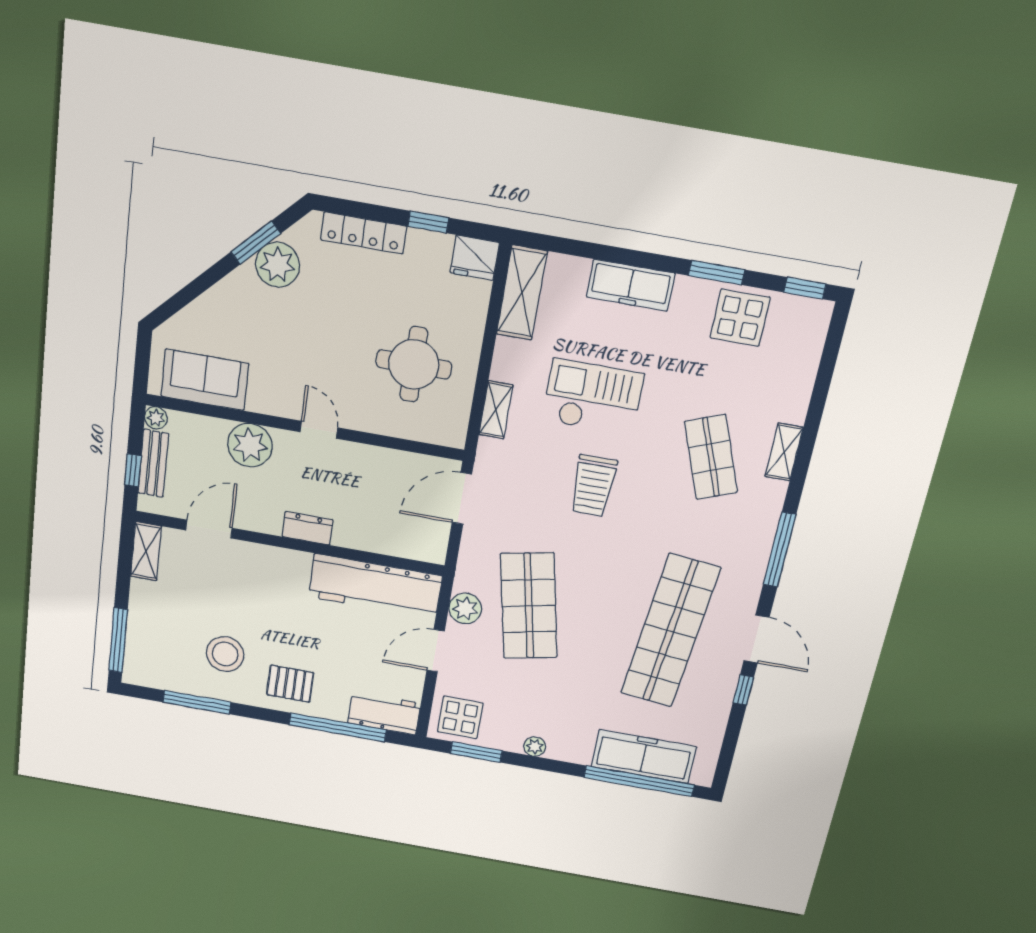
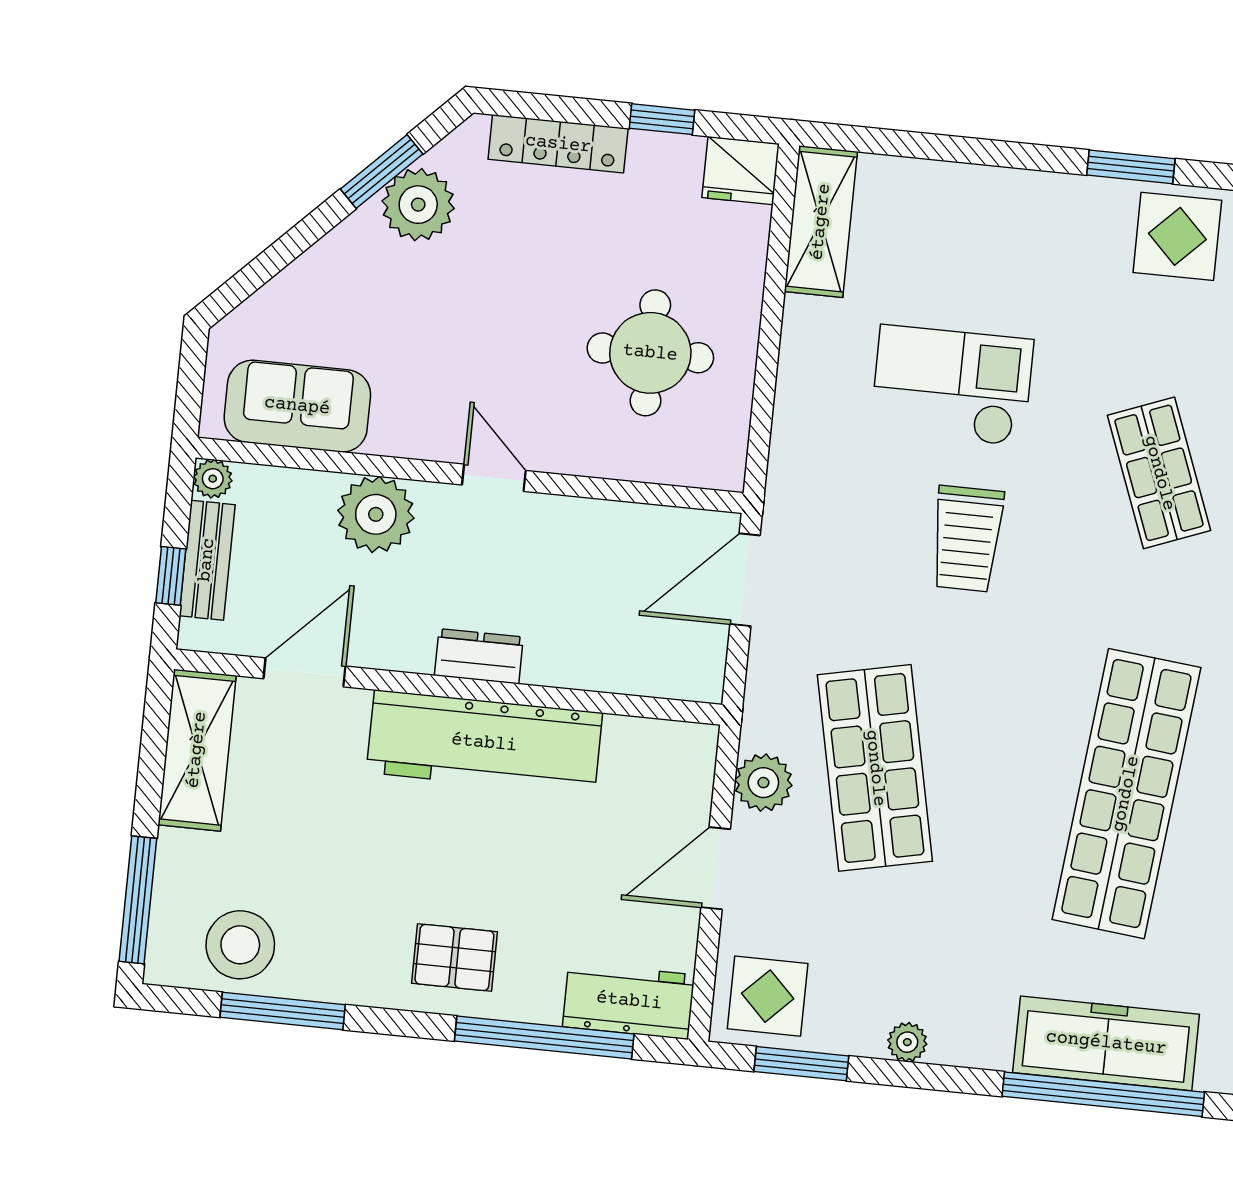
freezer: (631, 285) -> (996, 197), removed
shelving: (496, 410) -> (792, 420), removed
shelving: (146, 551) -> (197, 750), width x1.50, depth x1.33
workbench: (375, 586) -> (484, 743), moved
stool: (225, 654) -> (240, 945), moved

